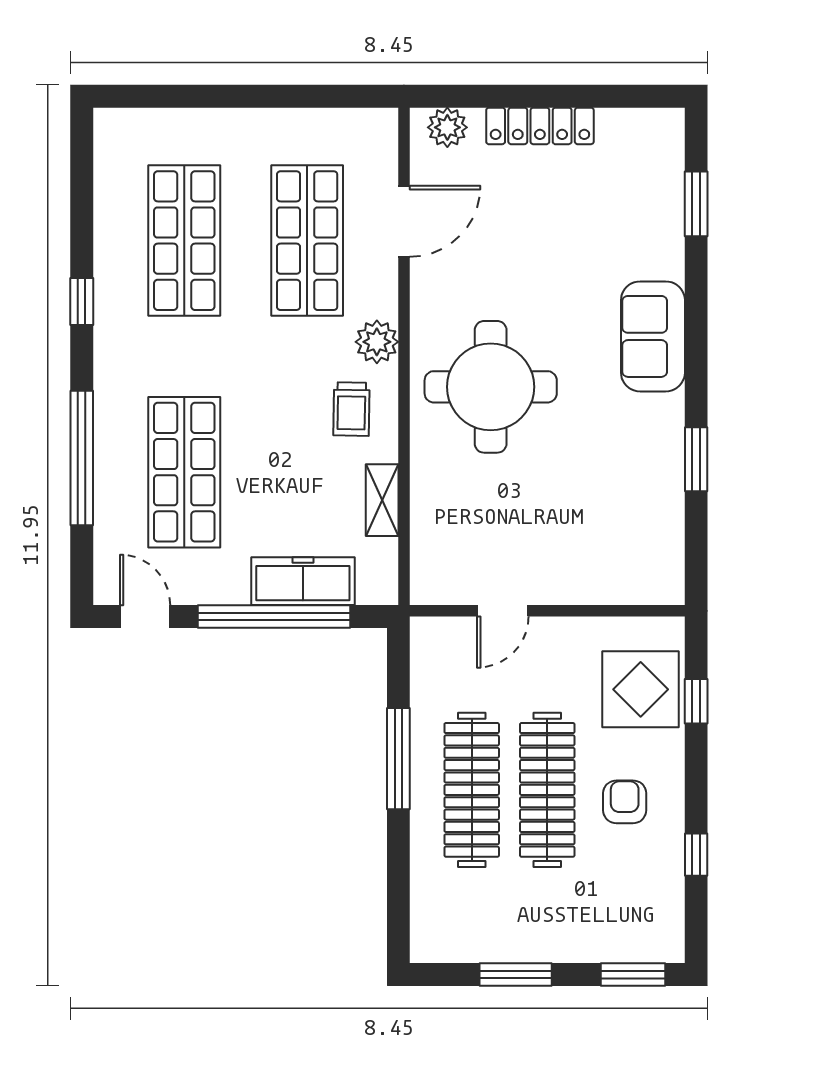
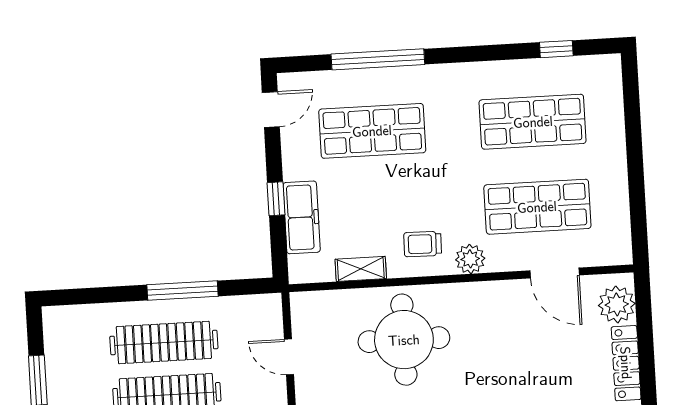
plant: (447, 127) -> (617, 304), width x1.36, depth x1.36
window: (82, 301) -> (556, 49), moved
round table: (491, 387) -> (404, 340), moved
window: (274, 616) -> (276, 199), width x0.32

